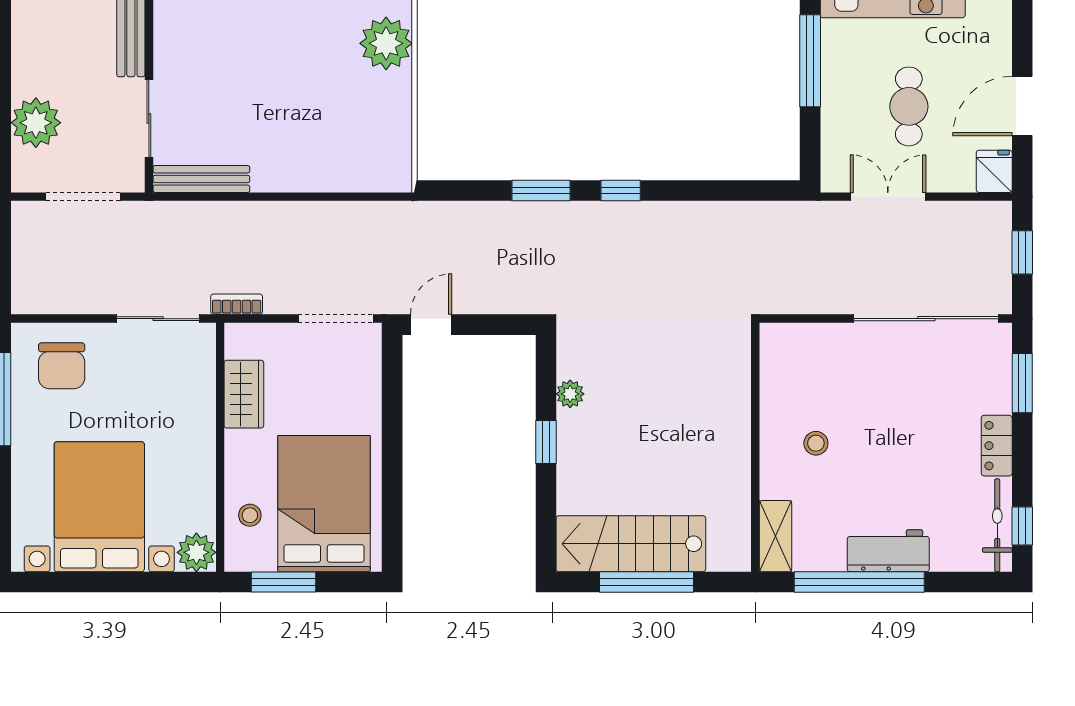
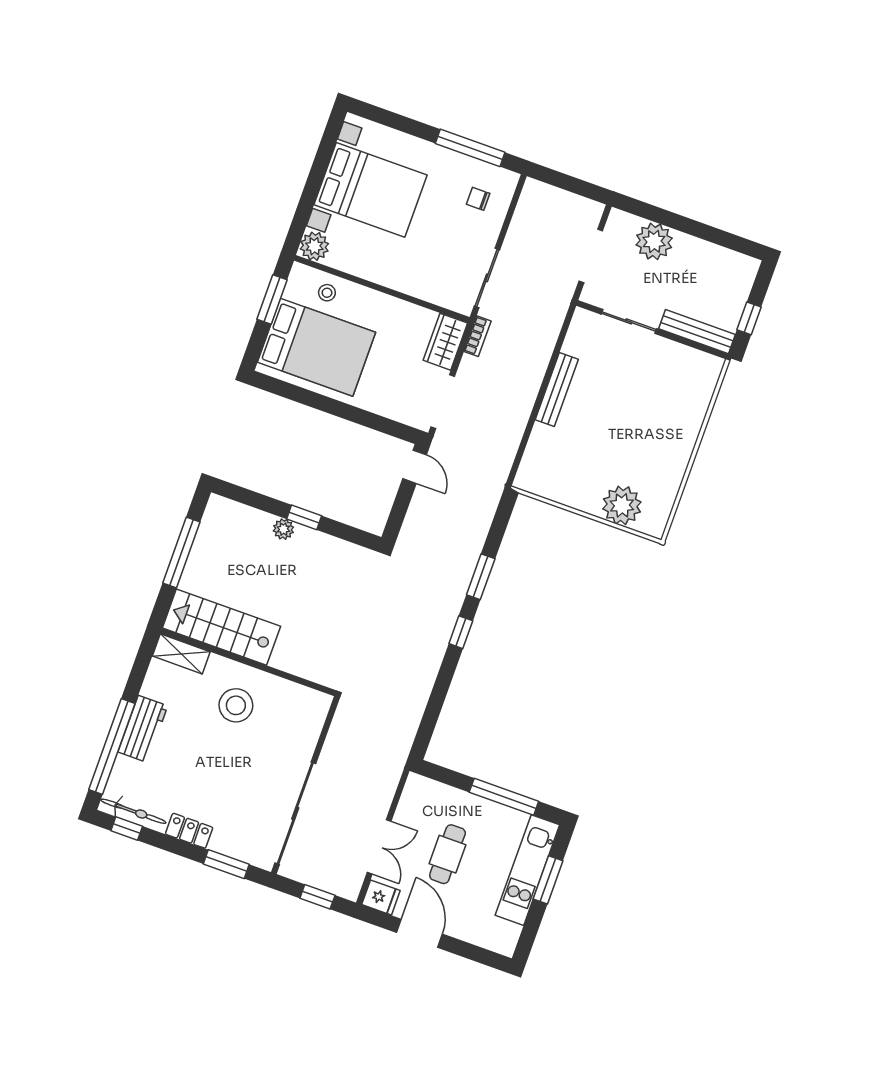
cafe table: (909, 106) -> (447, 854), turned 90
bench: (201, 179) -> (557, 390), moved
double door: (888, 197) -> (379, 847), moved
chair: (62, 366) -> (478, 199), width x0.54, depth x0.54
wardrobe: (244, 394) -> (445, 342), moved, turned 90
plant: (570, 394) -> (283, 529), moved
stool: (816, 443) -> (236, 705), width x1.89, depth x1.89
stairs: (631, 544) -> (221, 627), moved, turned -90
window: (859, 582) -> (112, 747), moved

